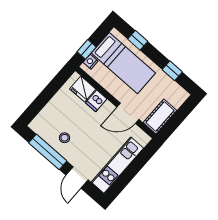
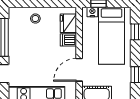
door: (128, 113) -> (79, 70), hinge flipped
stool: (65, 138) -> (35, 19), moved

